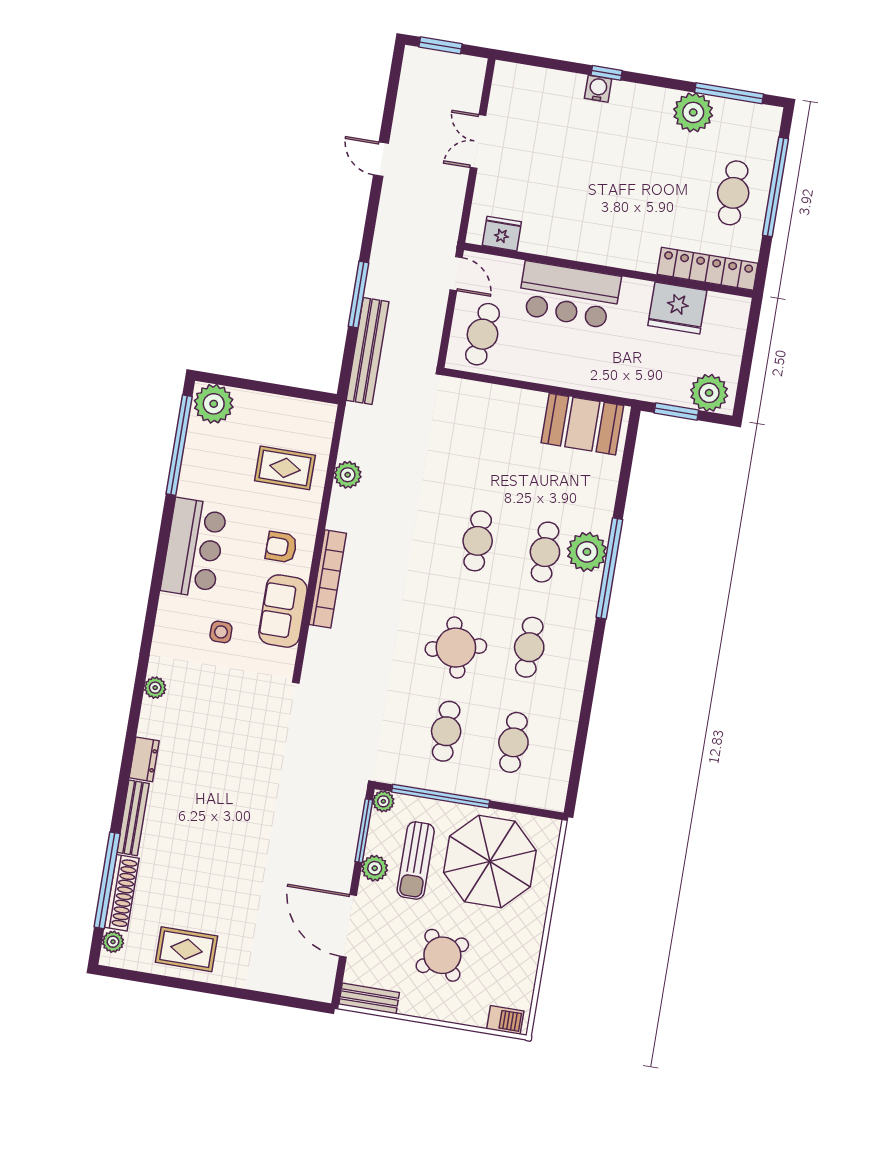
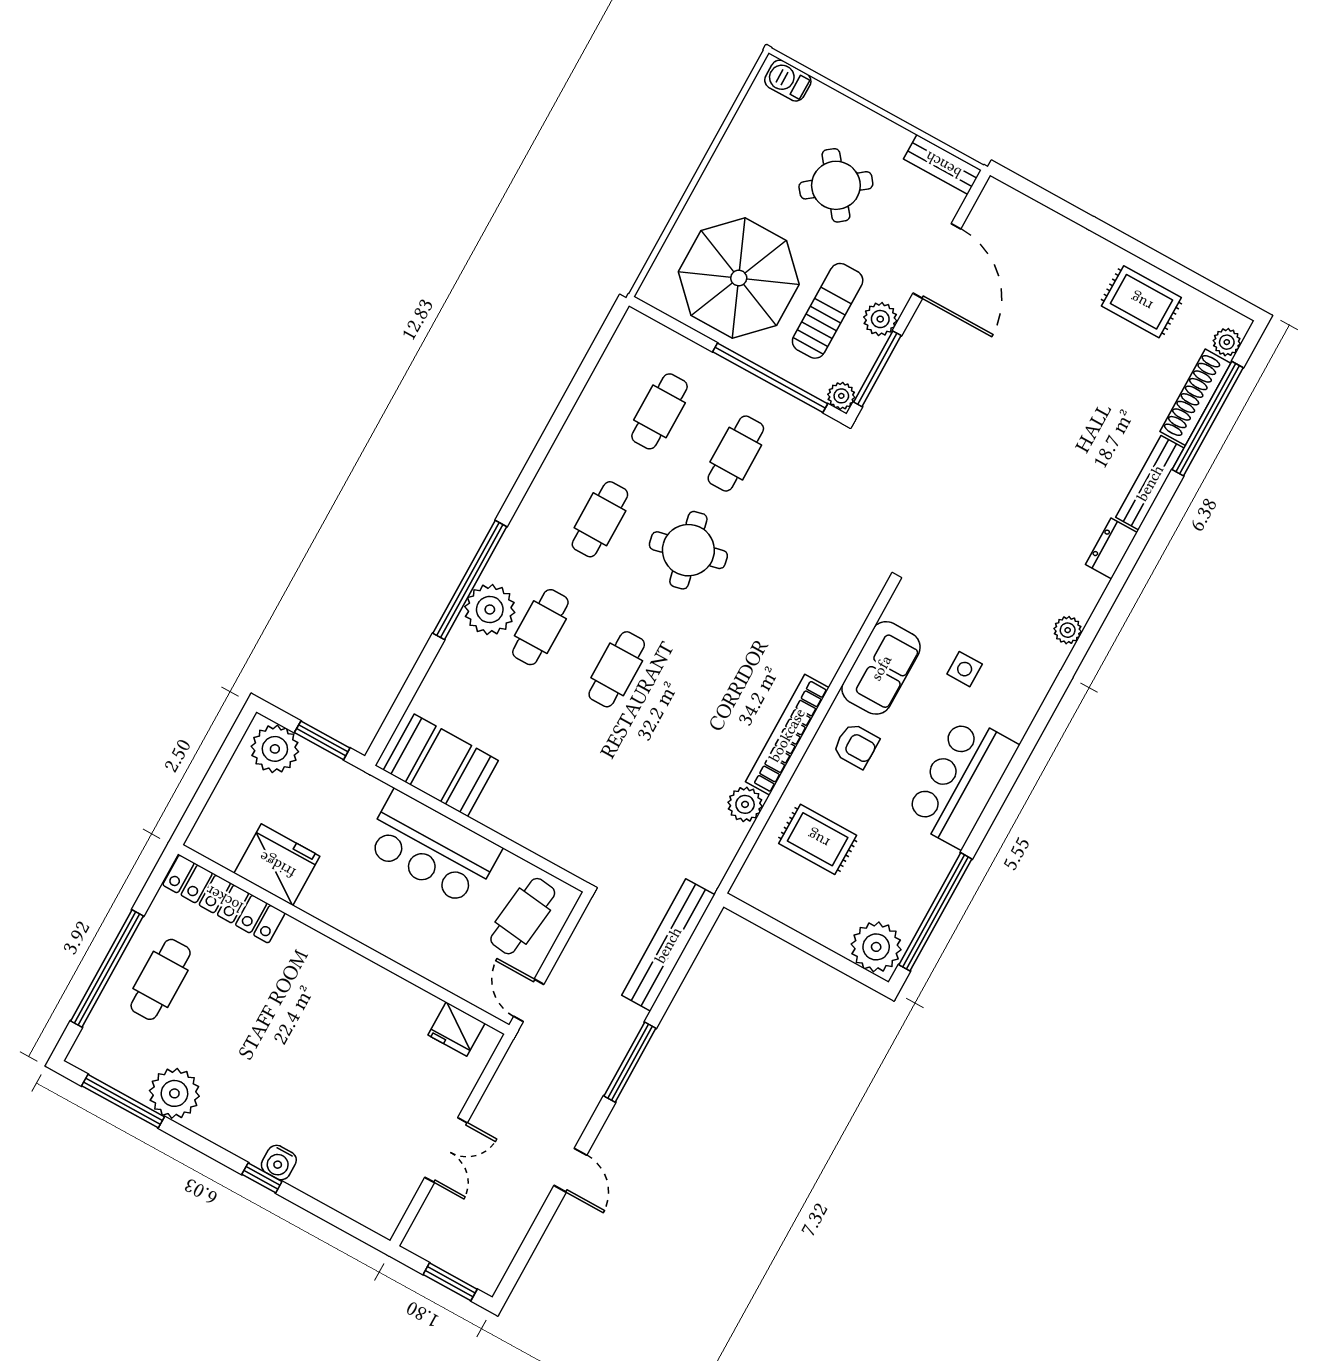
window: (359, 295) -> (630, 1062), moved
bar counter: (569, 295) -> (432, 848), moved, turned 180
bookcase: (328, 579) -> (787, 735), moved

